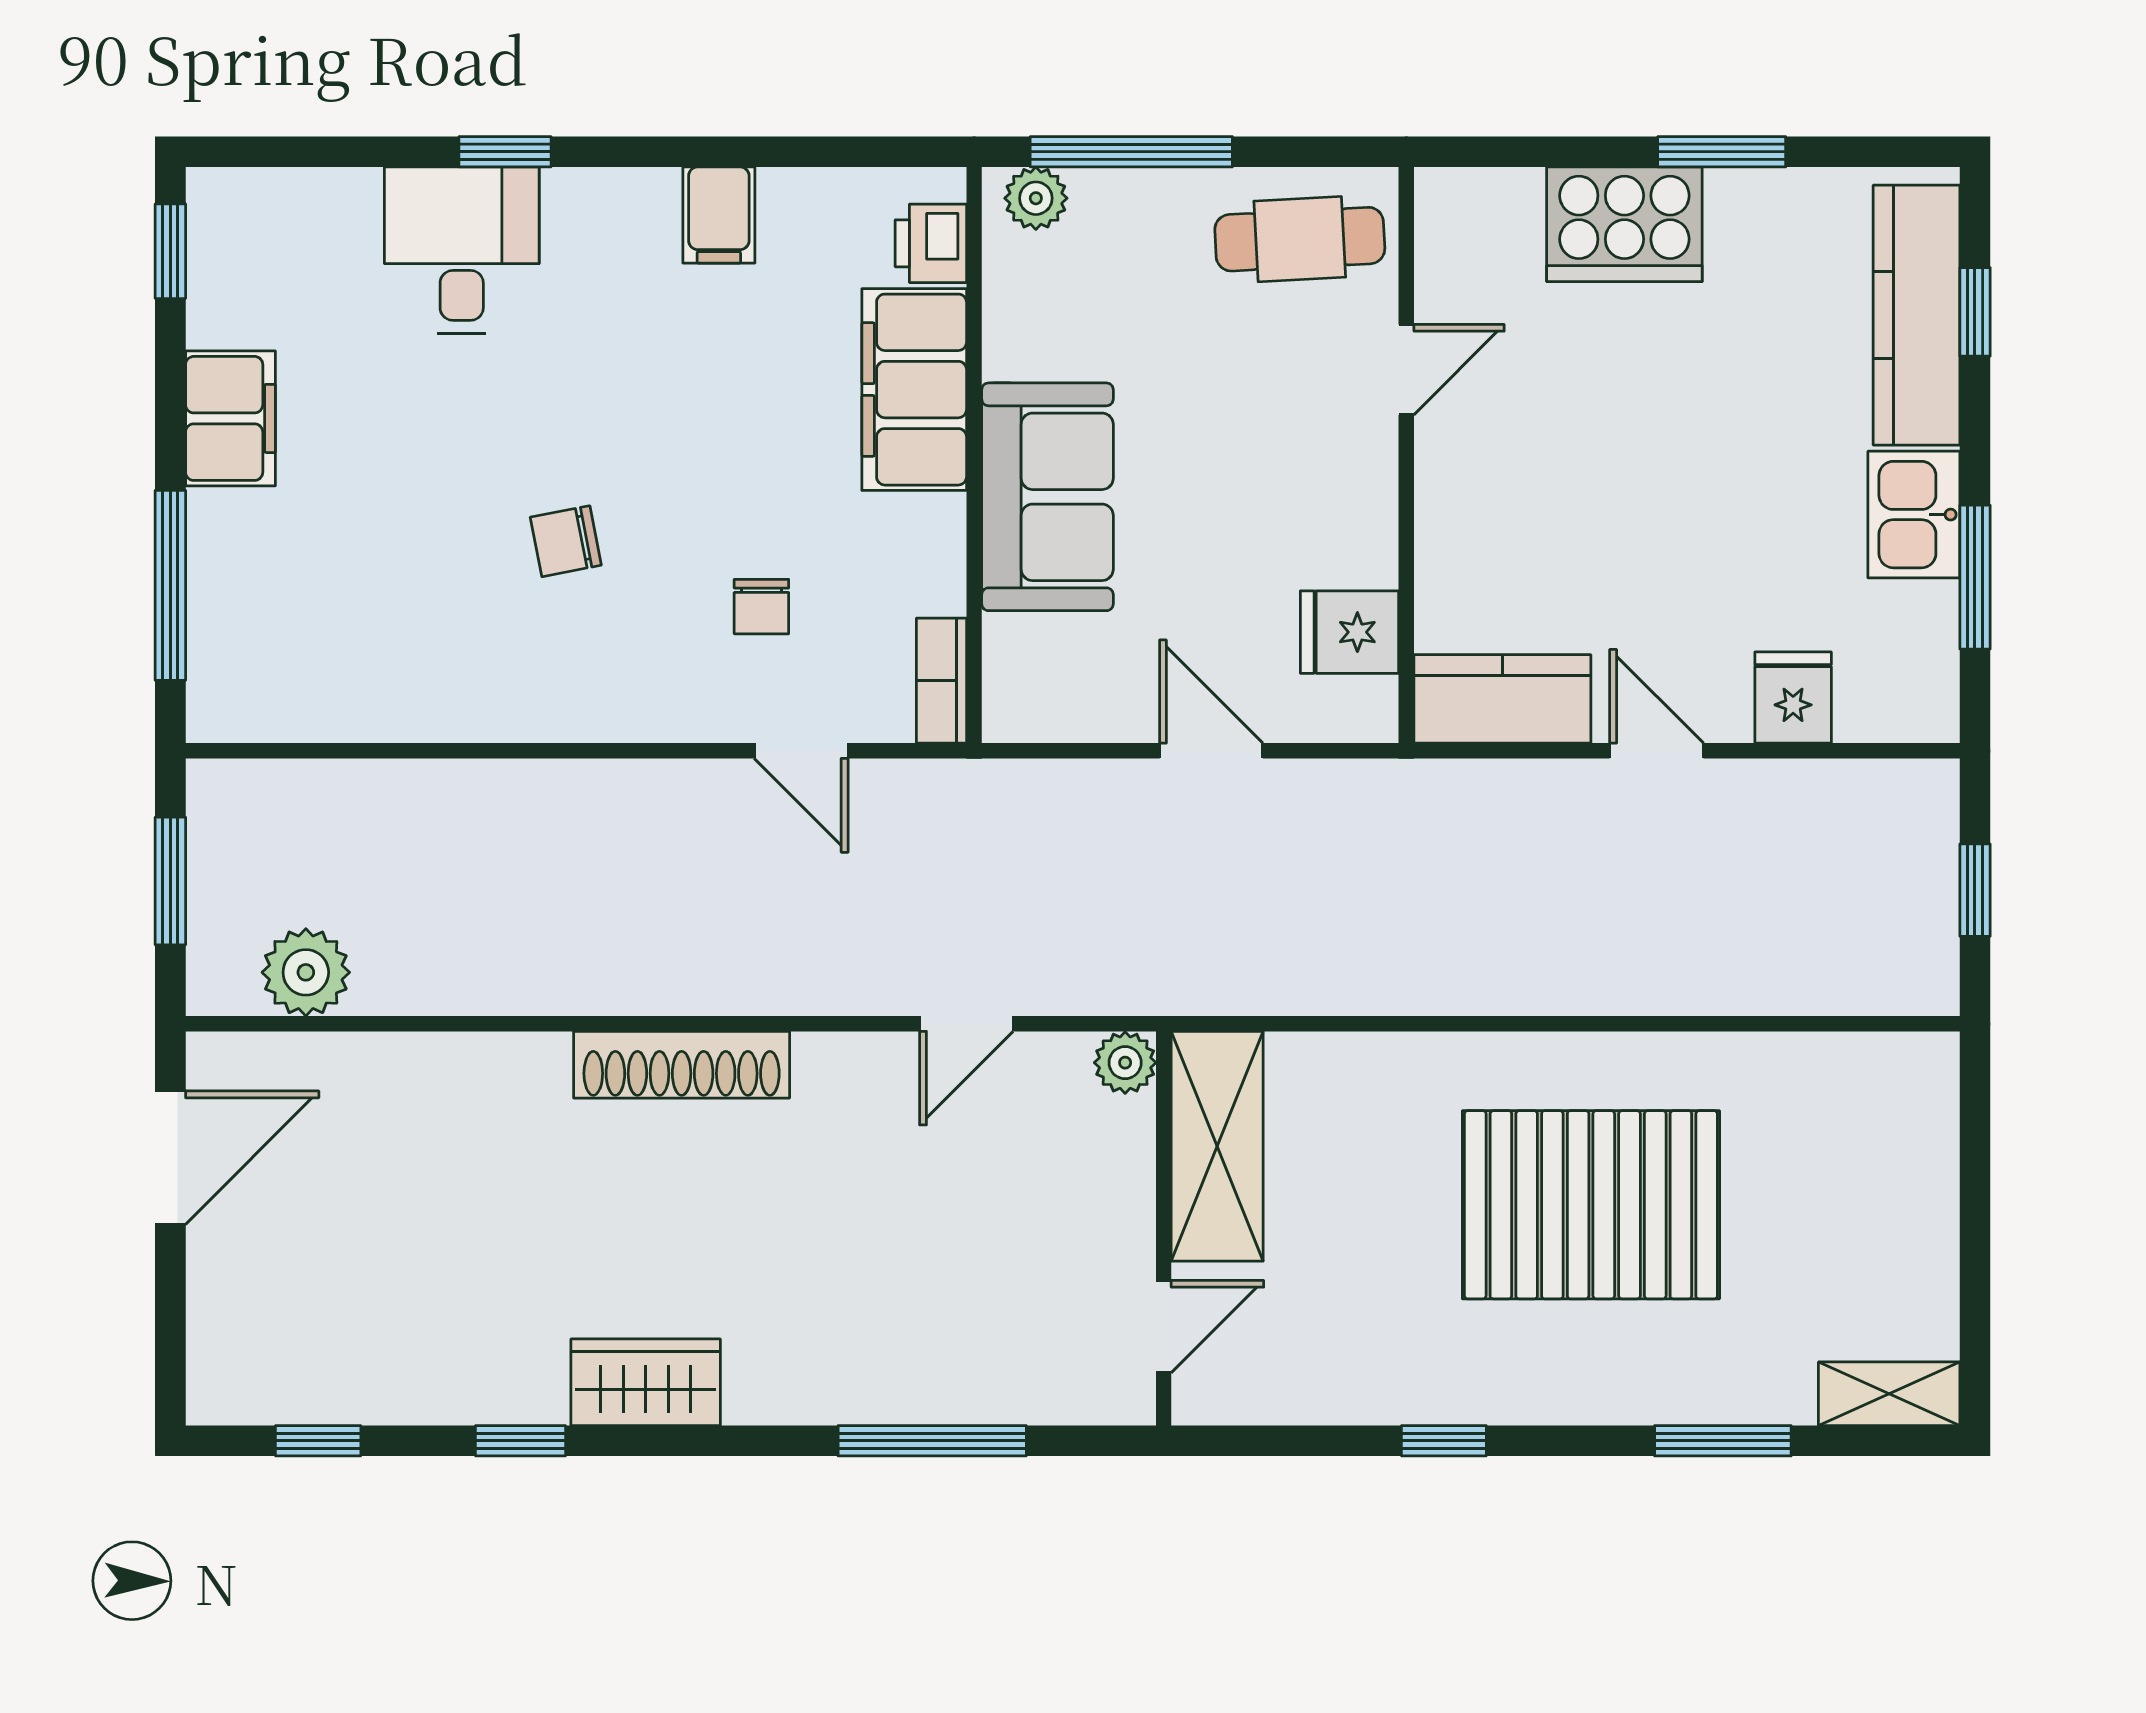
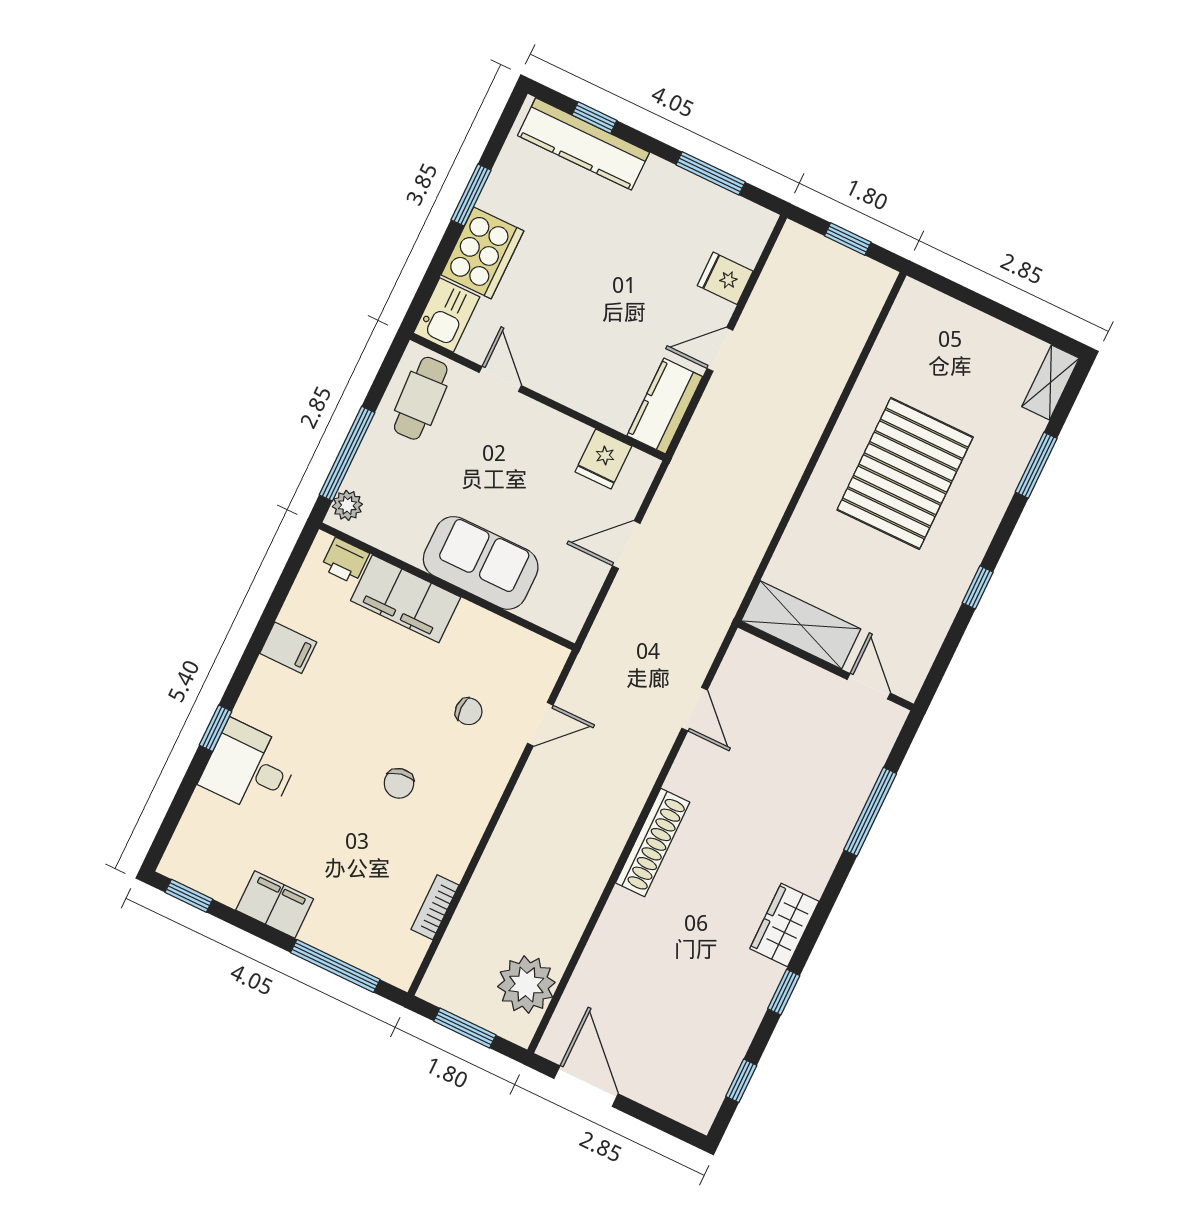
kitchen sink: (1914, 515) -> (446, 315), moved, turned -90
bookcase: (941, 681) -> (435, 907), moved, turned 90
plant: (306, 972) -> (526, 984), width x1.36, depth x1.36
plant: (1125, 1063) -> (745, 648), removed

